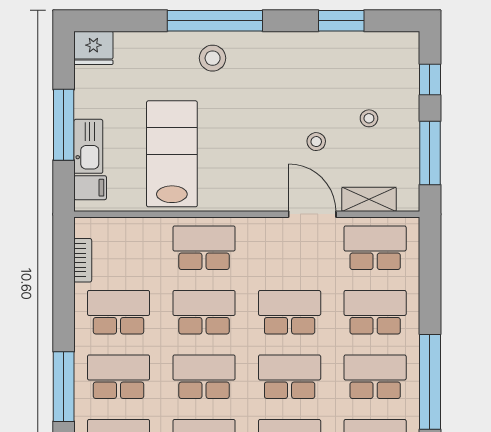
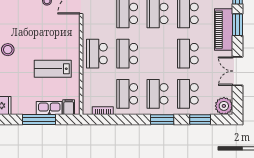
lab bench: (172, 154) -> (53, 69), width x0.73, depth x0.72
school desk: (204, 377) -> (157, 54), removed
window: (64, 387) -> (162, 120), width x0.69

